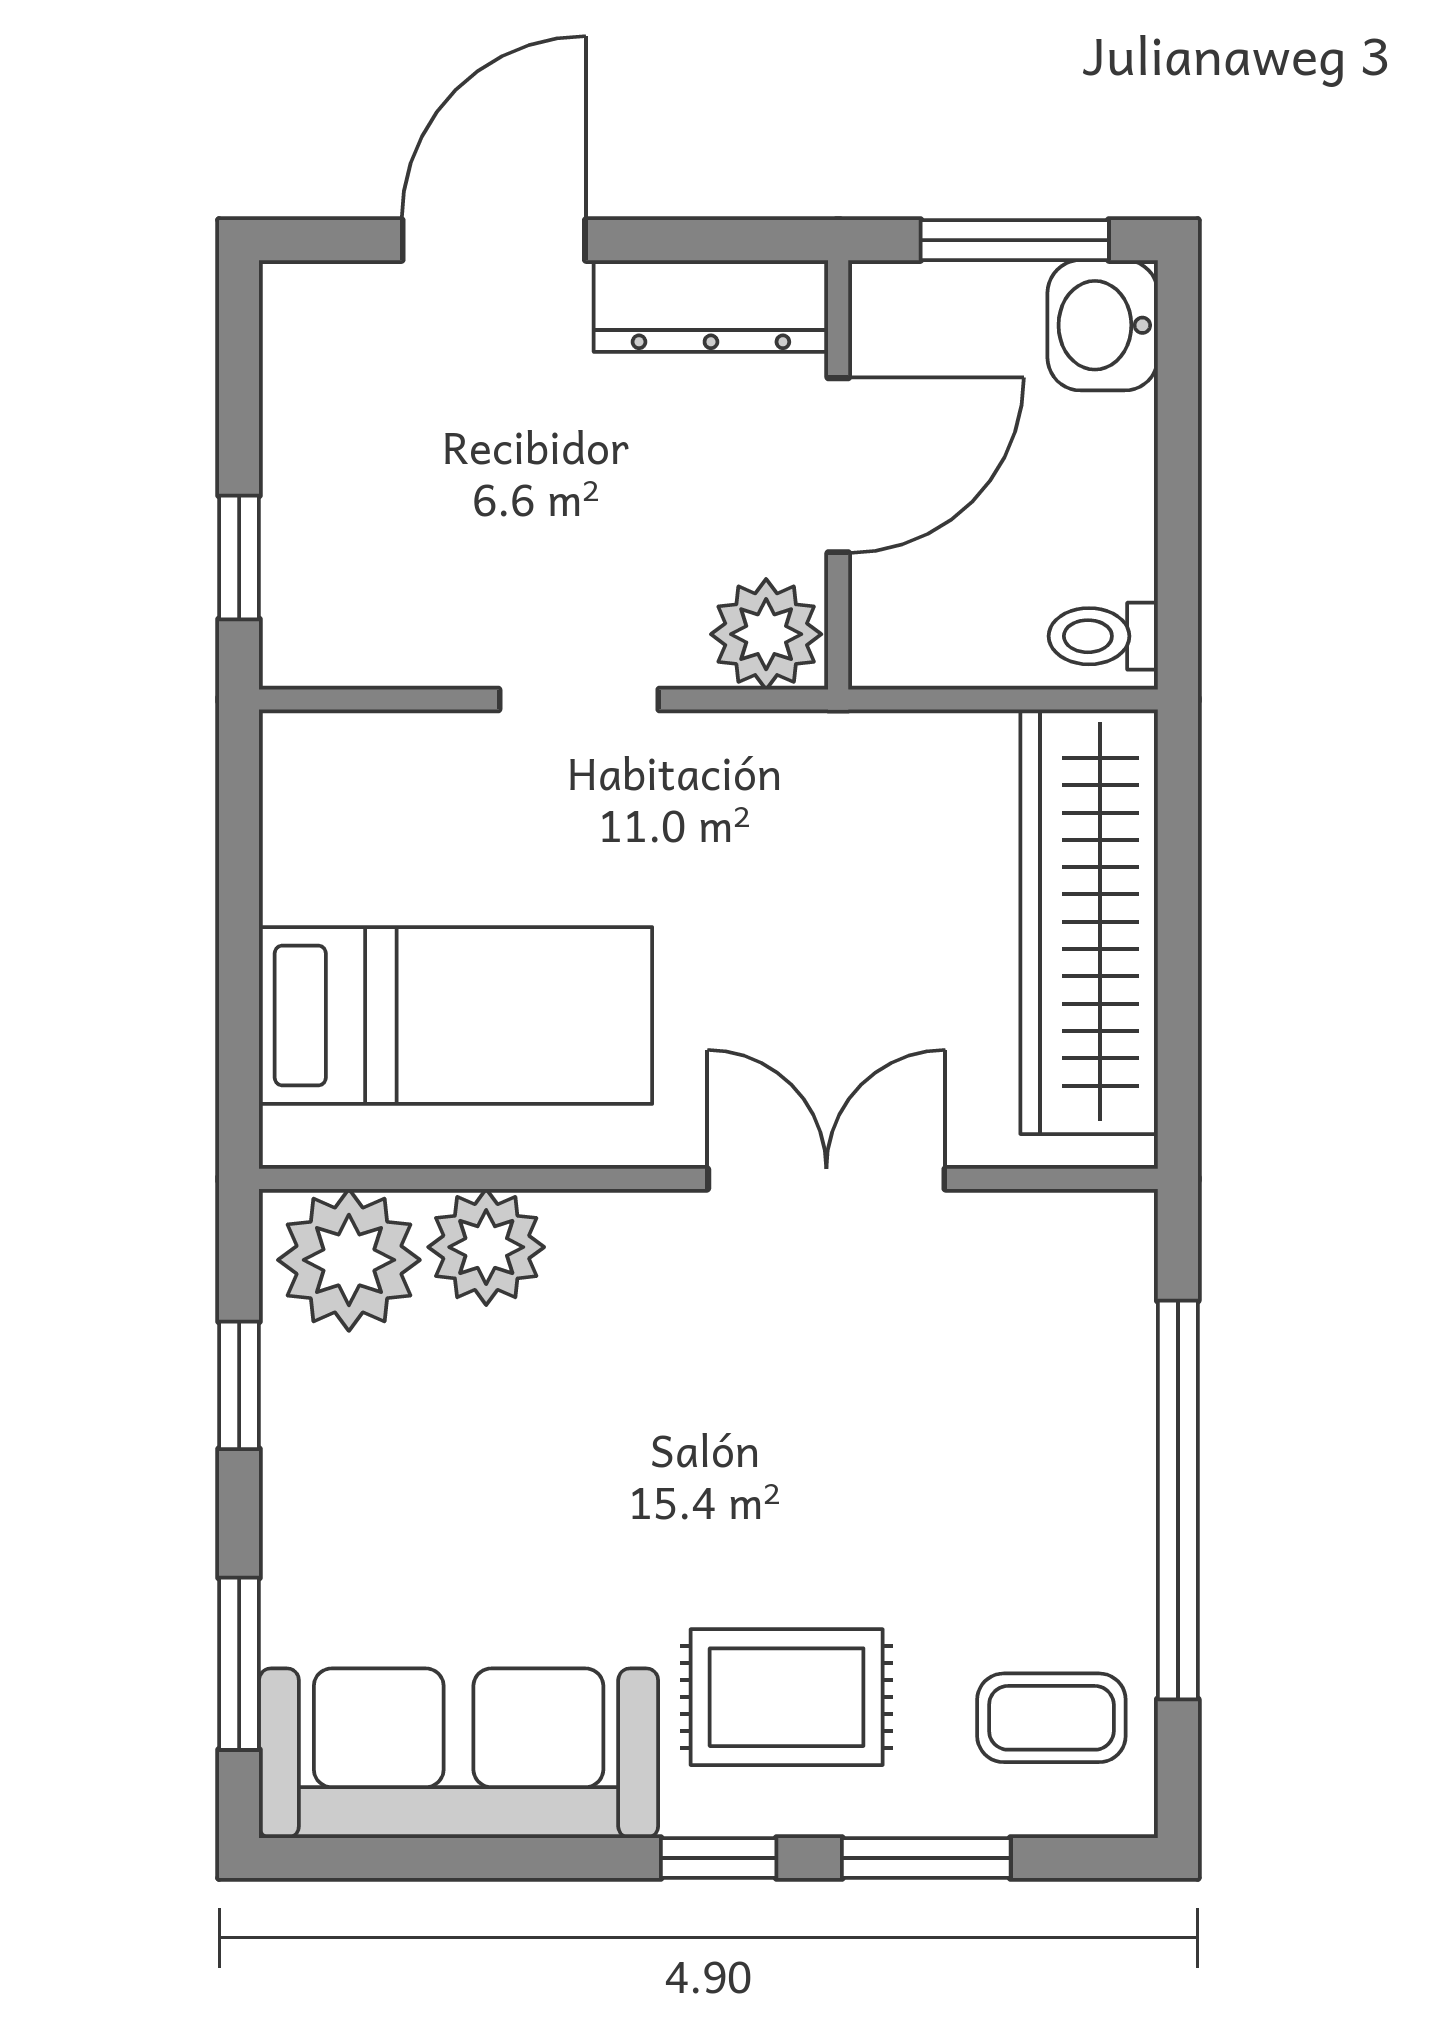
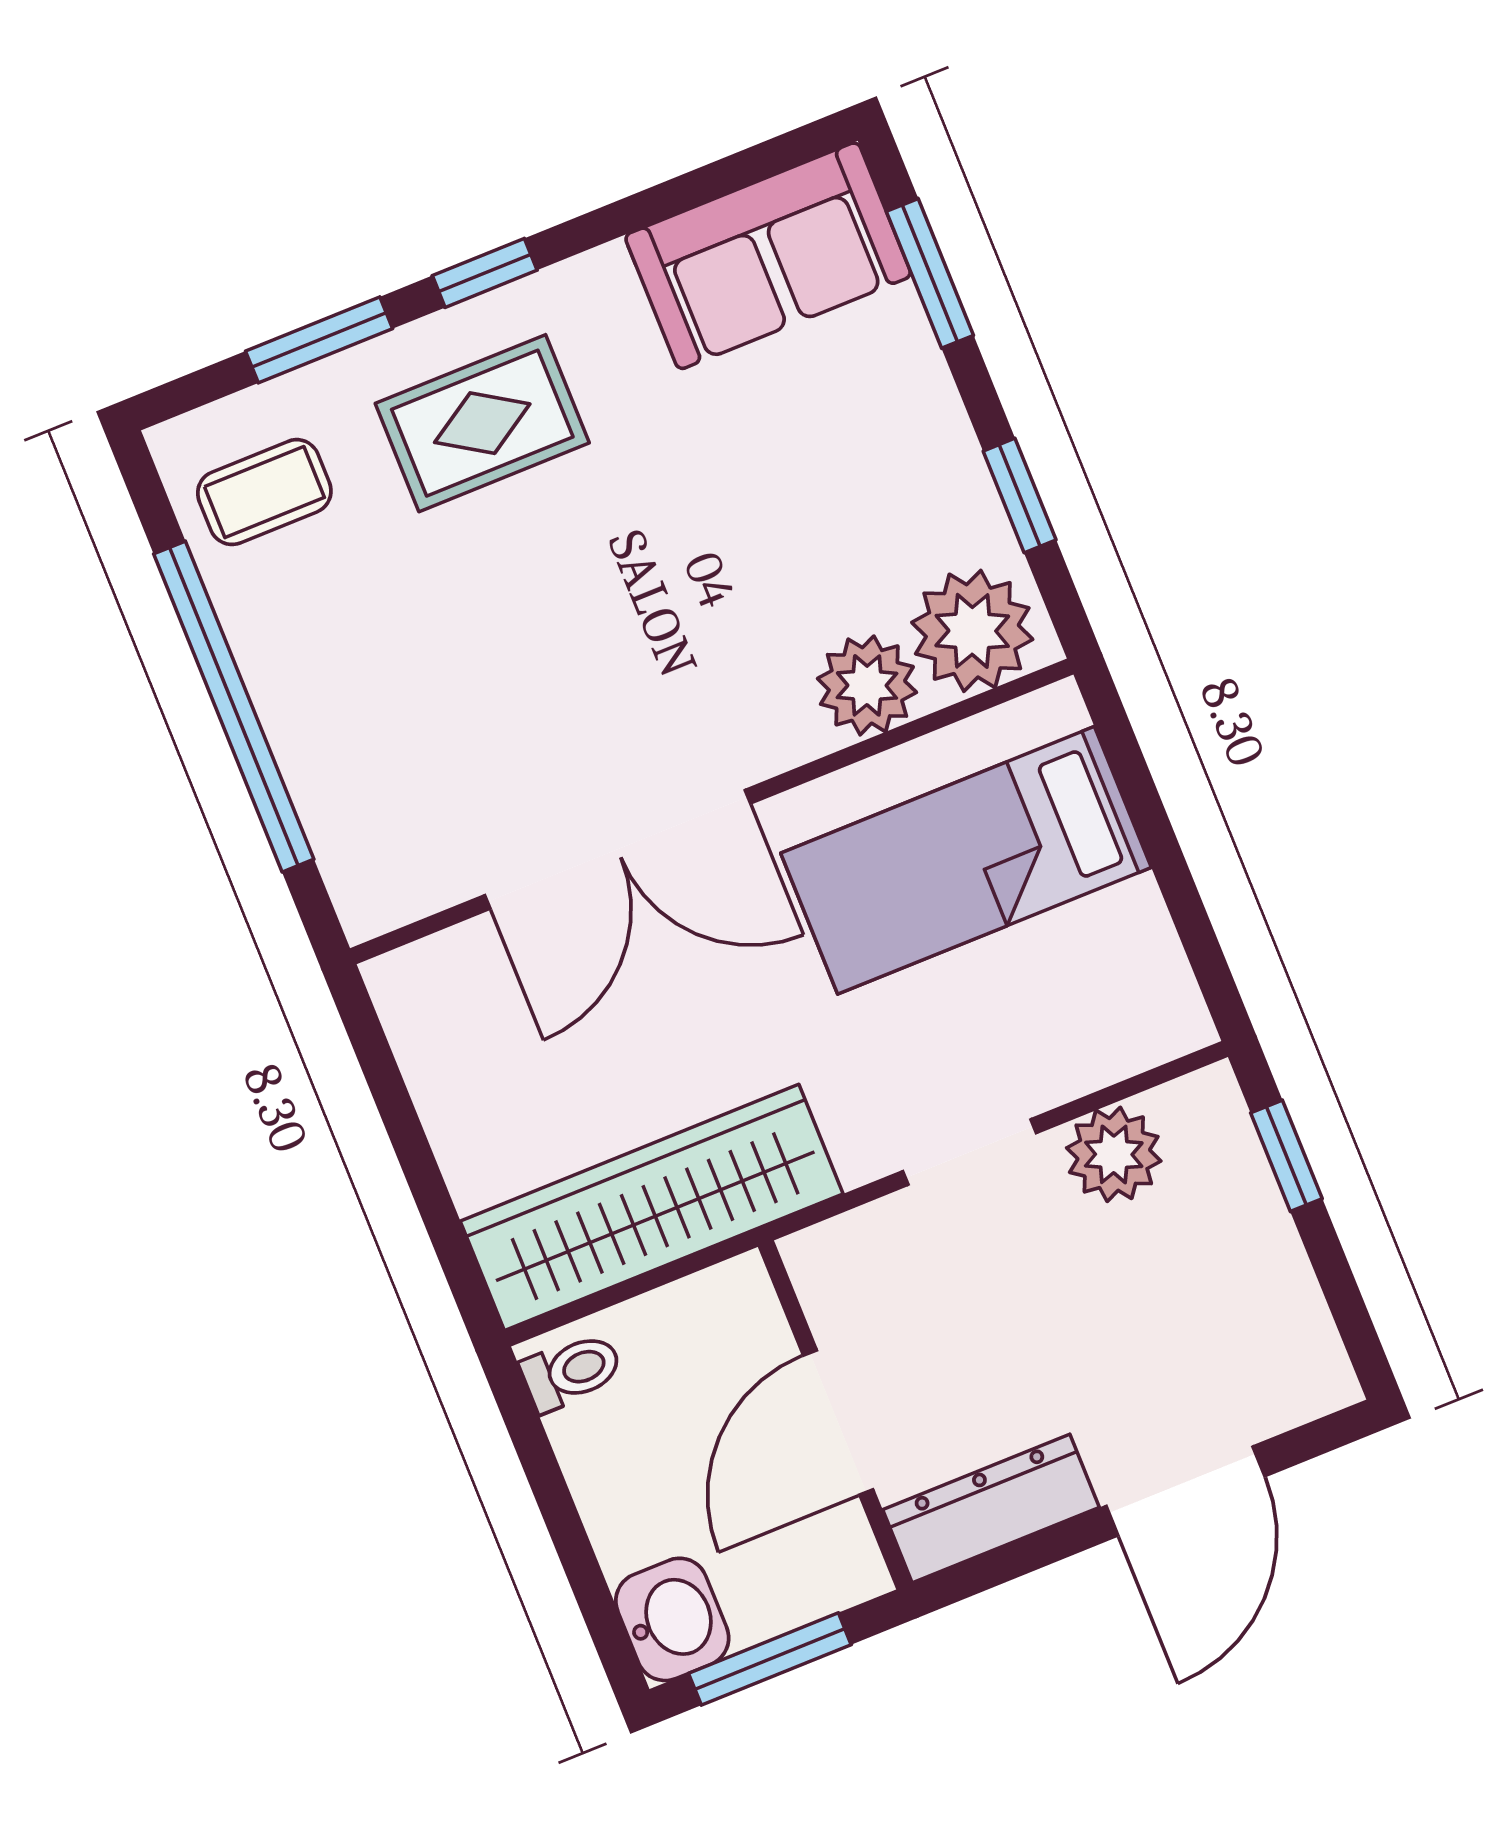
plant: (766, 634) -> (1114, 1154), moved
wardrobe: (1089, 922) -> (652, 1207), moved, turned -90
double door: (826, 1179) -> (618, 849), width x1.37
sofa: (459, 1753) -> (768, 256), width x0.73

